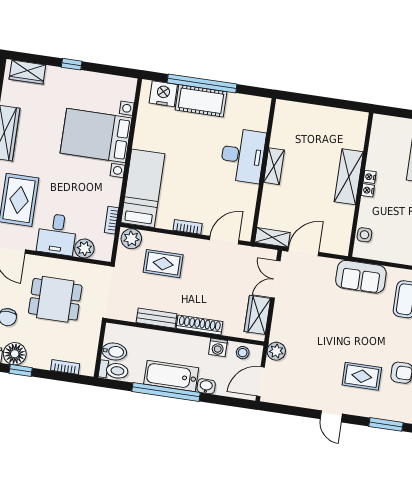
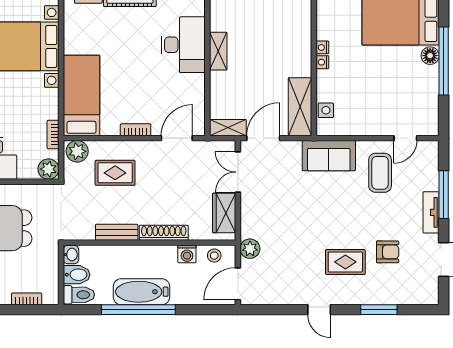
shelving: (349, 177) -> (300, 107), moved
plant: (84, 248) -> (48, 169), moved
washbasin: (206, 386) -> (71, 255), moved, turned 90

